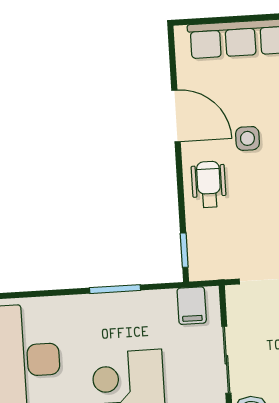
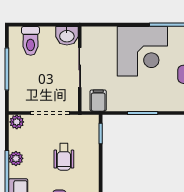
wheelchair: (209, 184) -> (64, 157), moved

